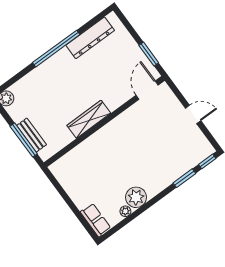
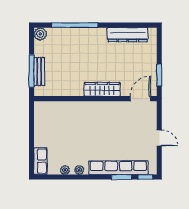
window: (56, 49) -> (75, 25), moved
wardrobe: (89, 119) -> (102, 89), moved
row of seats: (175, 171) -> (118, 168), added
plant: (136, 197) -> (79, 170), width x0.53, depth x0.53

